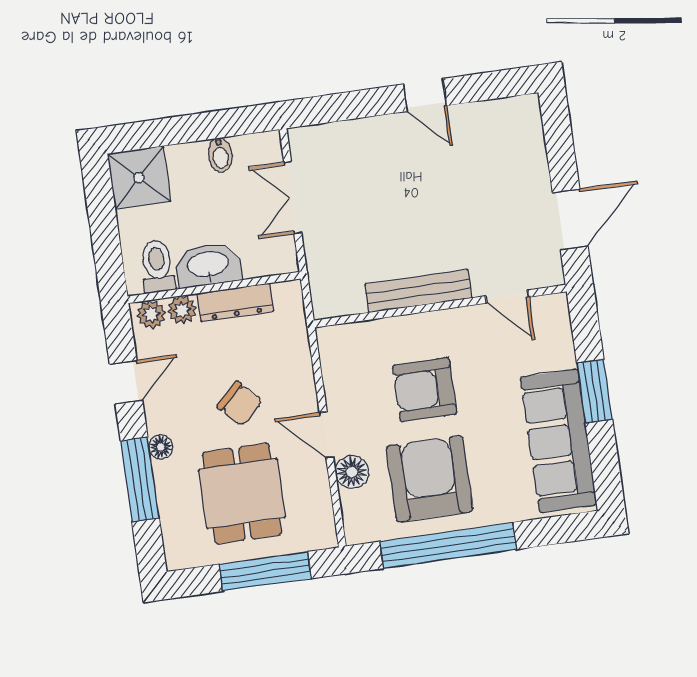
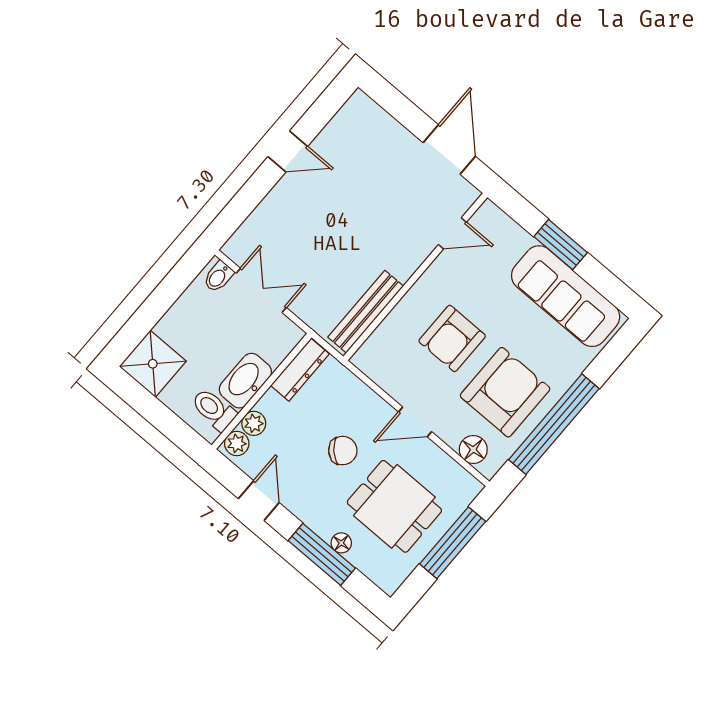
bidet: (220, 155) -> (218, 277), moved, turned 90
double door: (293, 198) -> (261, 290), swing flipped
bench: (418, 291) -> (366, 312), moved
dresser: (235, 302) -> (300, 370), moved
floor lamp: (161, 447) -> (341, 543), moved
floor lamp: (352, 472) -> (473, 449), moved
armchair: (430, 479) -> (505, 392), turned 90

